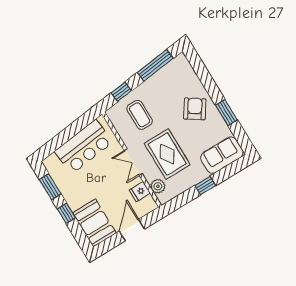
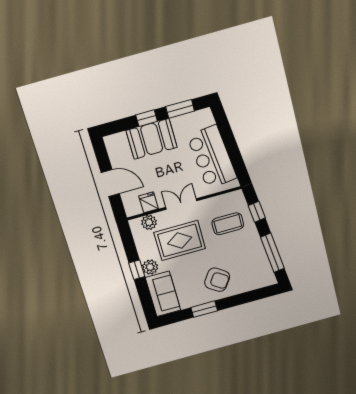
plant: (199, 174) -> (150, 267), added
booth: (94, 223) -> (152, 139), moved

